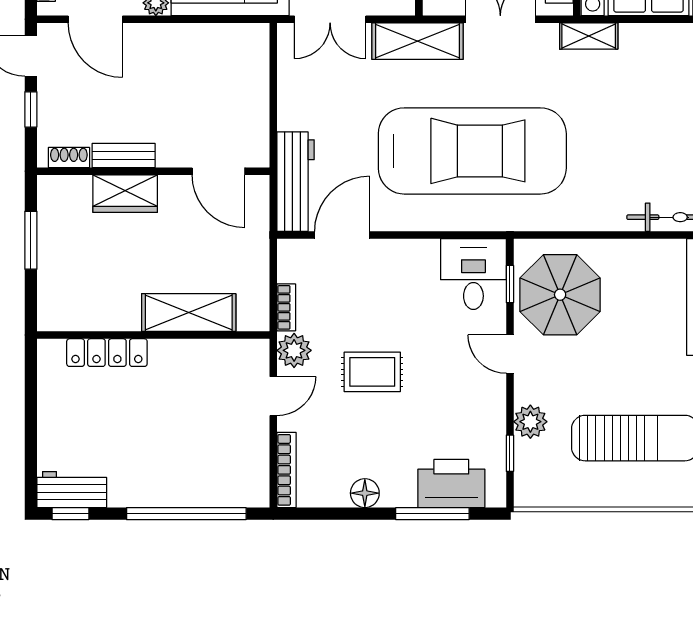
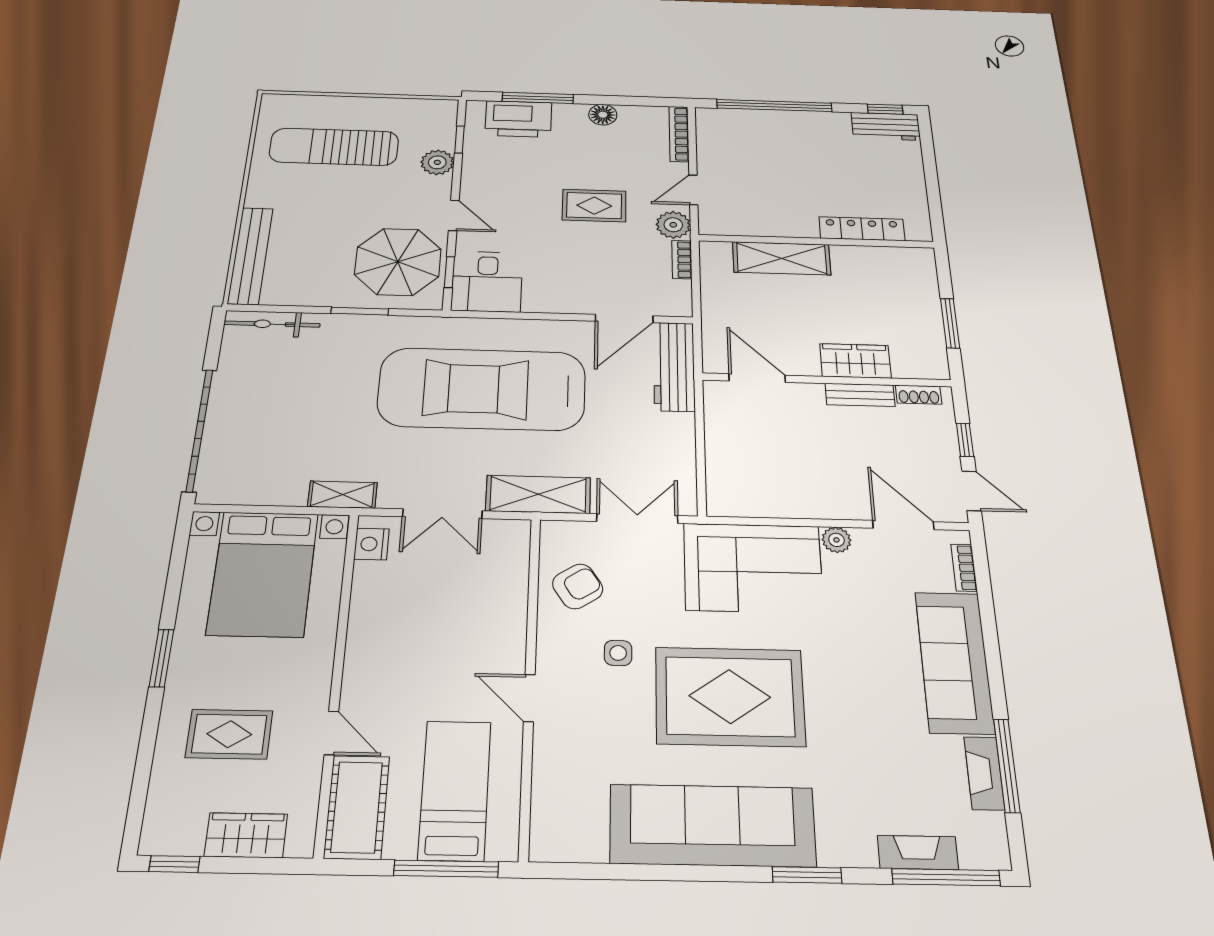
window: (591, 235) -> (360, 311), added

